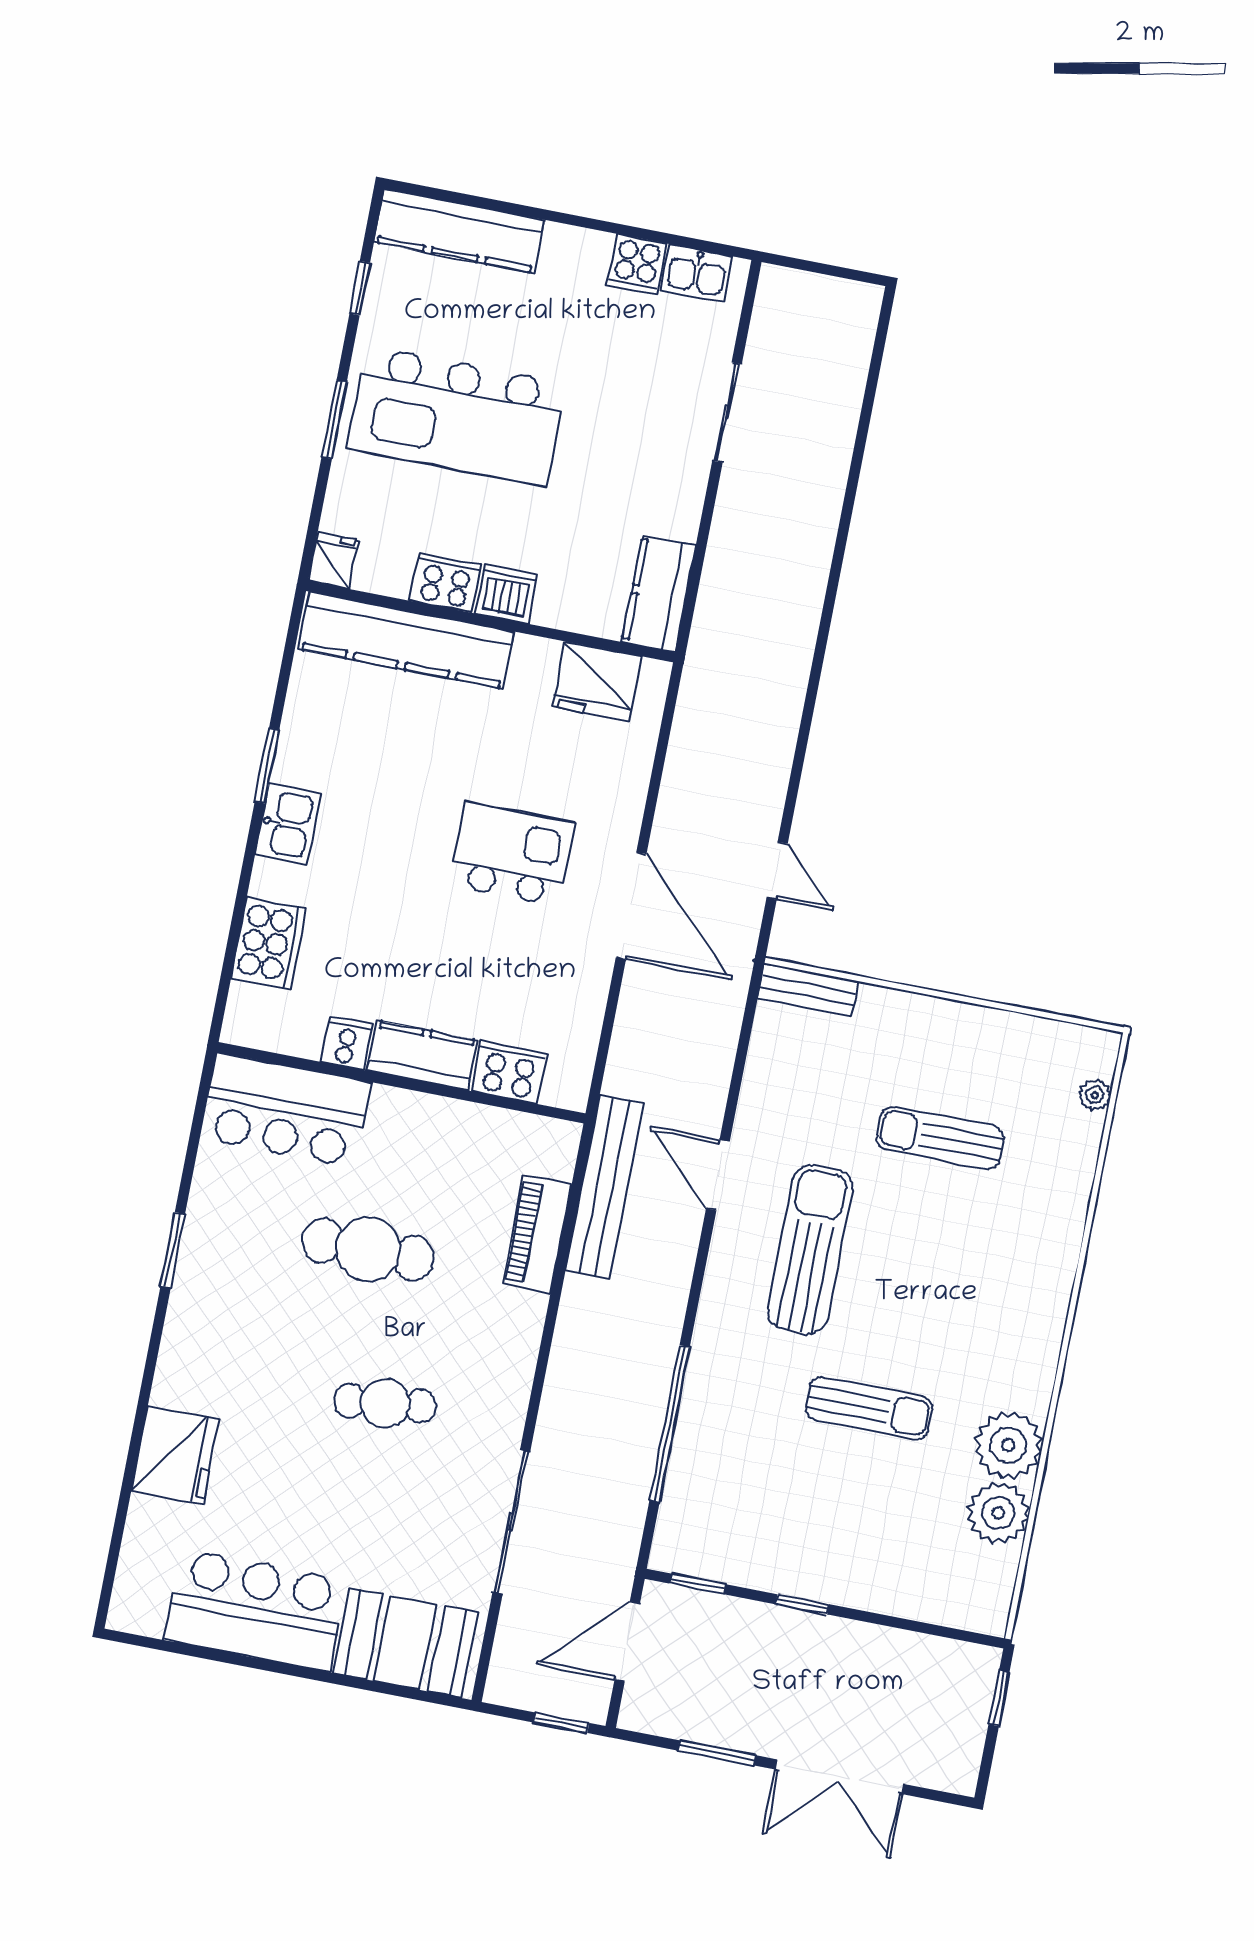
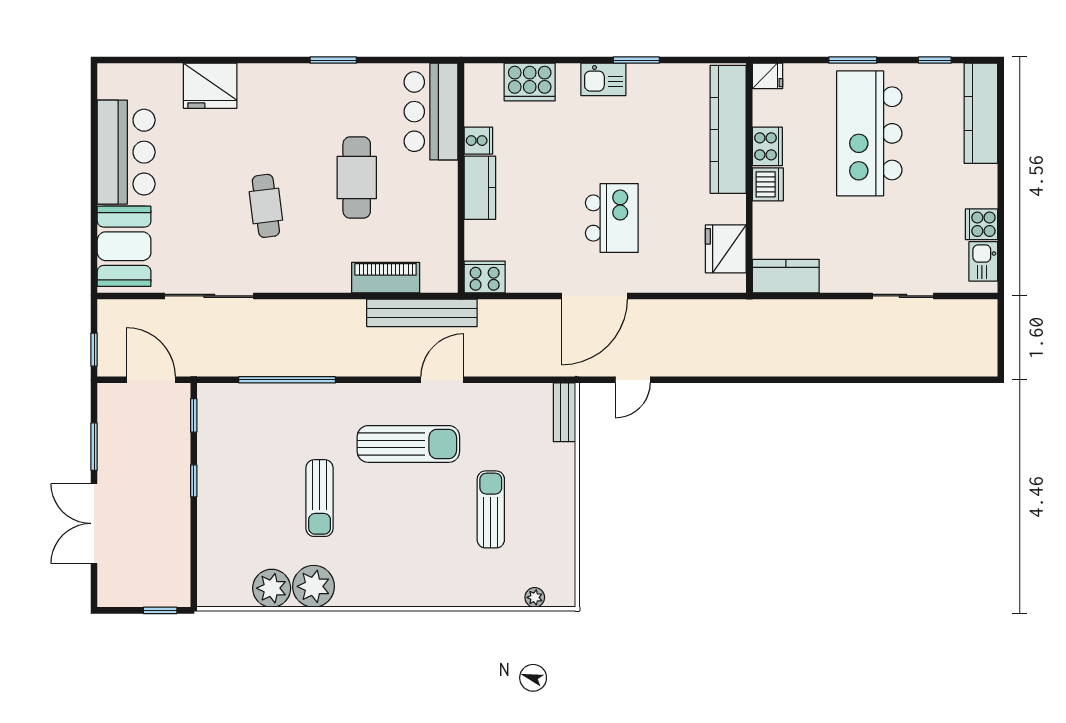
cooker: (509, 1072) -> (485, 277), moved, turned -90

